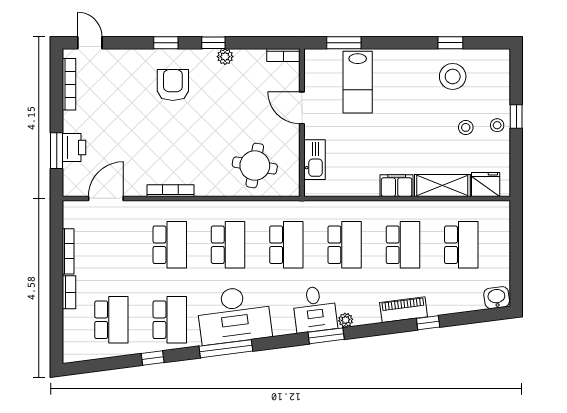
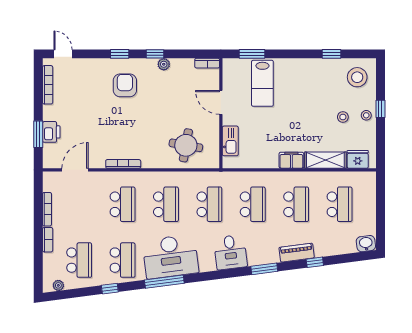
stool: (453, 76) -> (357, 77), moved
plant: (346, 320) -> (58, 285), moved
window: (326, 336) -> (264, 269), moved

